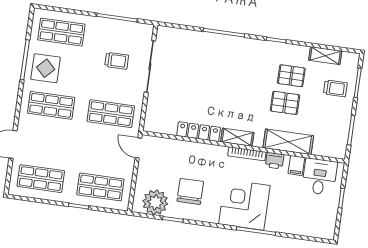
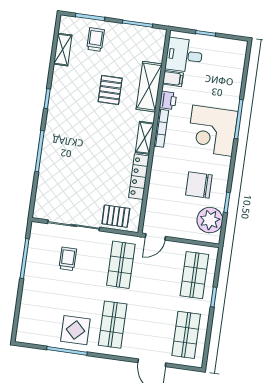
shop shelf: (61, 32) -> (39, 314), removed
pallet: (291, 76) -> (116, 216), moved, turned 90

